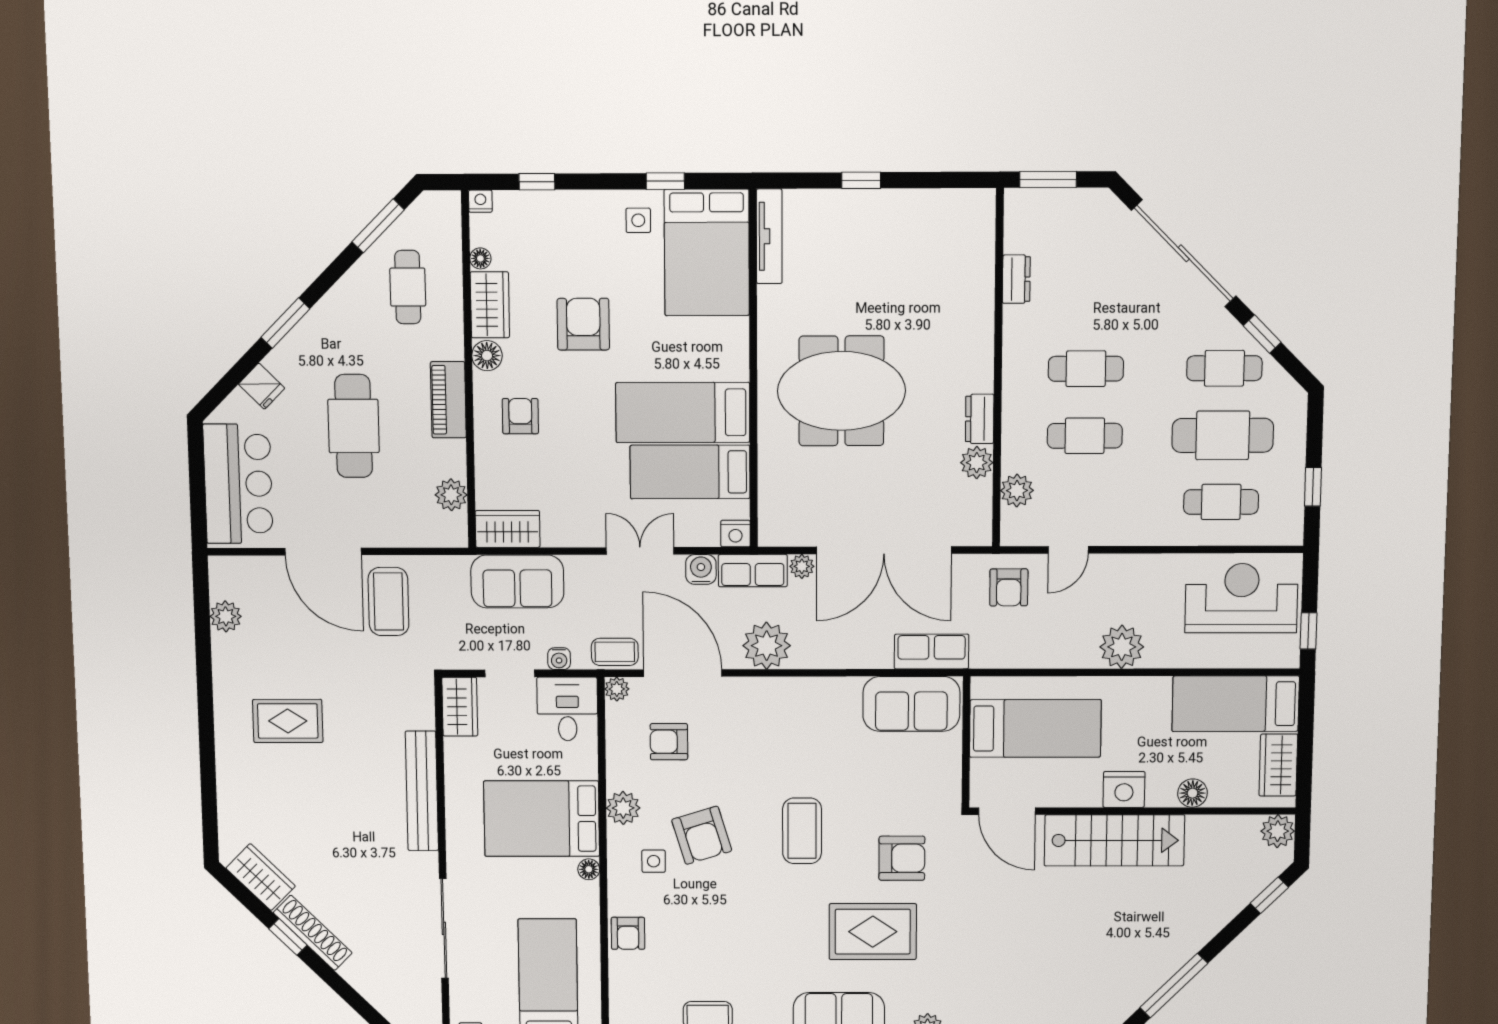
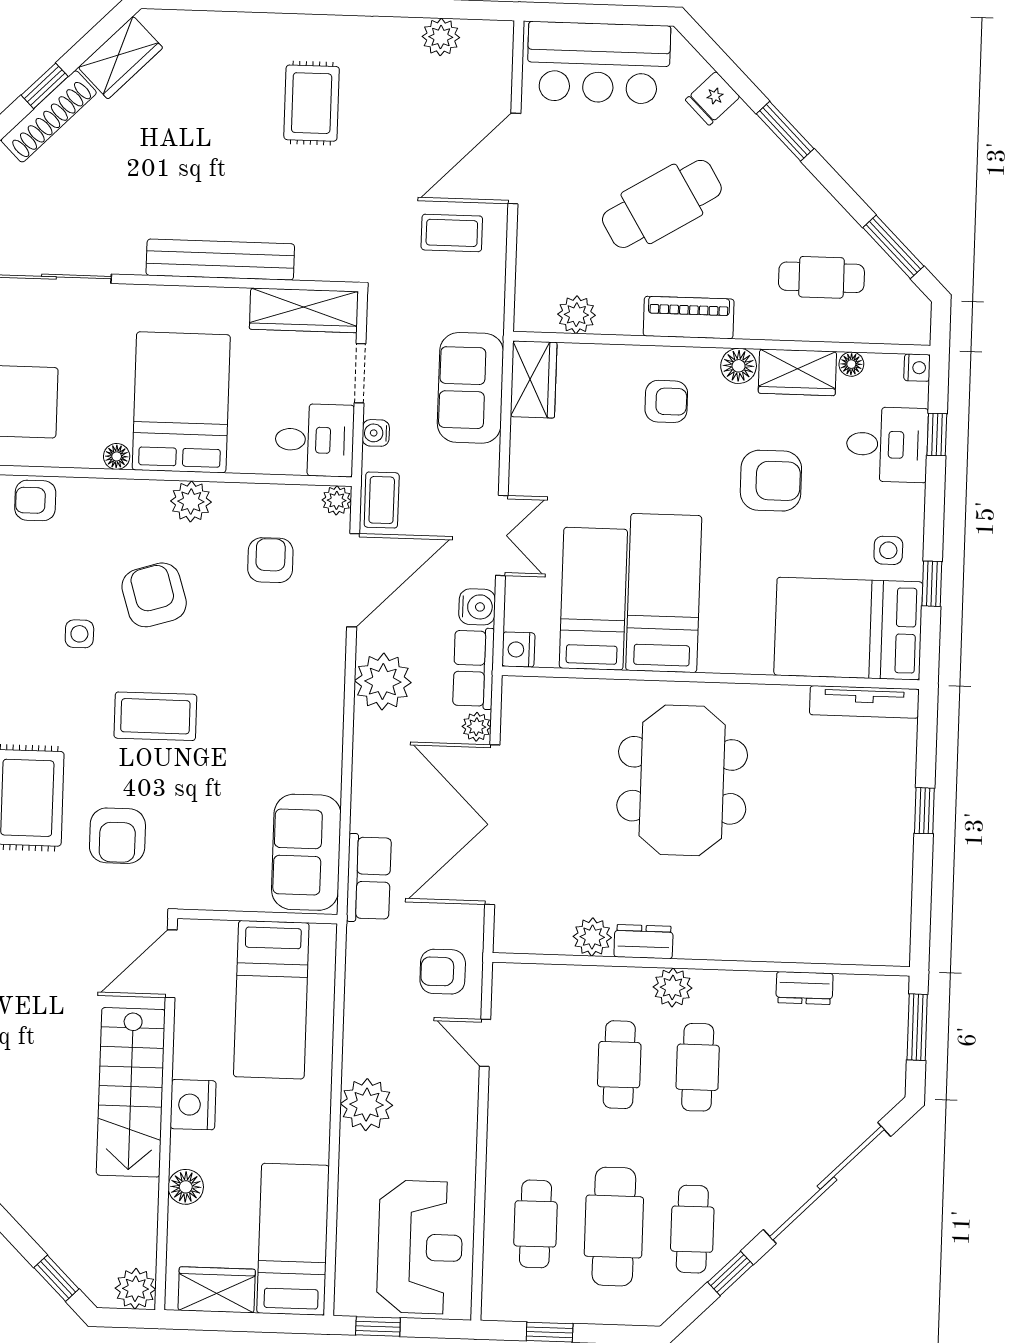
desk: (548, 225) -> (887, 445), added
cafe table: (354, 426) -> (662, 204), turned -31
plant: (1017, 490) -> (673, 987), moved
coffee table: (389, 602) -> (452, 233), width x0.73, depth x0.77
wardrobe: (460, 707) -> (304, 310), width x1.50
armchair: (702, 835) -> (154, 595), turned 90
side table: (654, 861) -> (79, 634), moved

